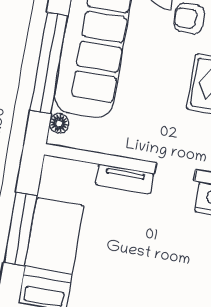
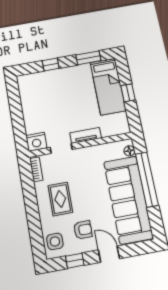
window: (20, 229) -> (128, 93), width x0.46

